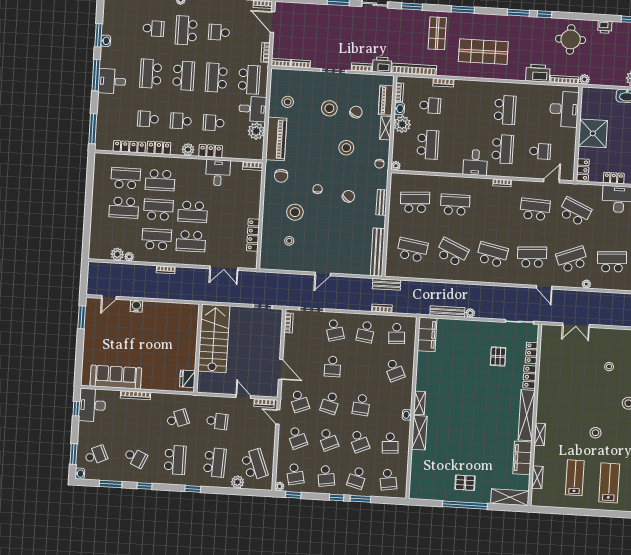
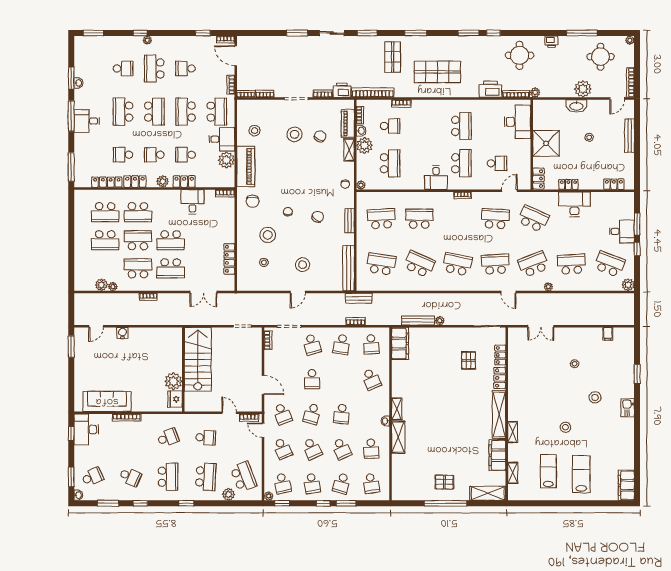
stool: (346, 148) -> (303, 265), moved
school desk: (126, 178) -> (105, 212), turned 180
plant: (187, 360) -> (173, 381), added

